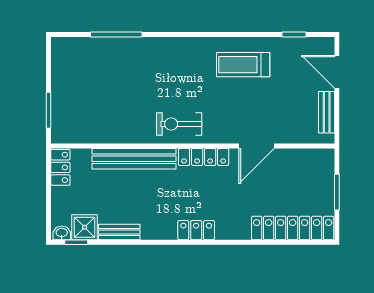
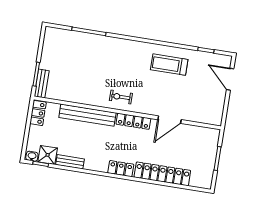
bench: (327, 112) -> (42, 83), moved
exercise bike: (179, 124) -> (121, 97), width x0.73, depth x0.72
locker: (293, 228) -> (162, 174), moved

